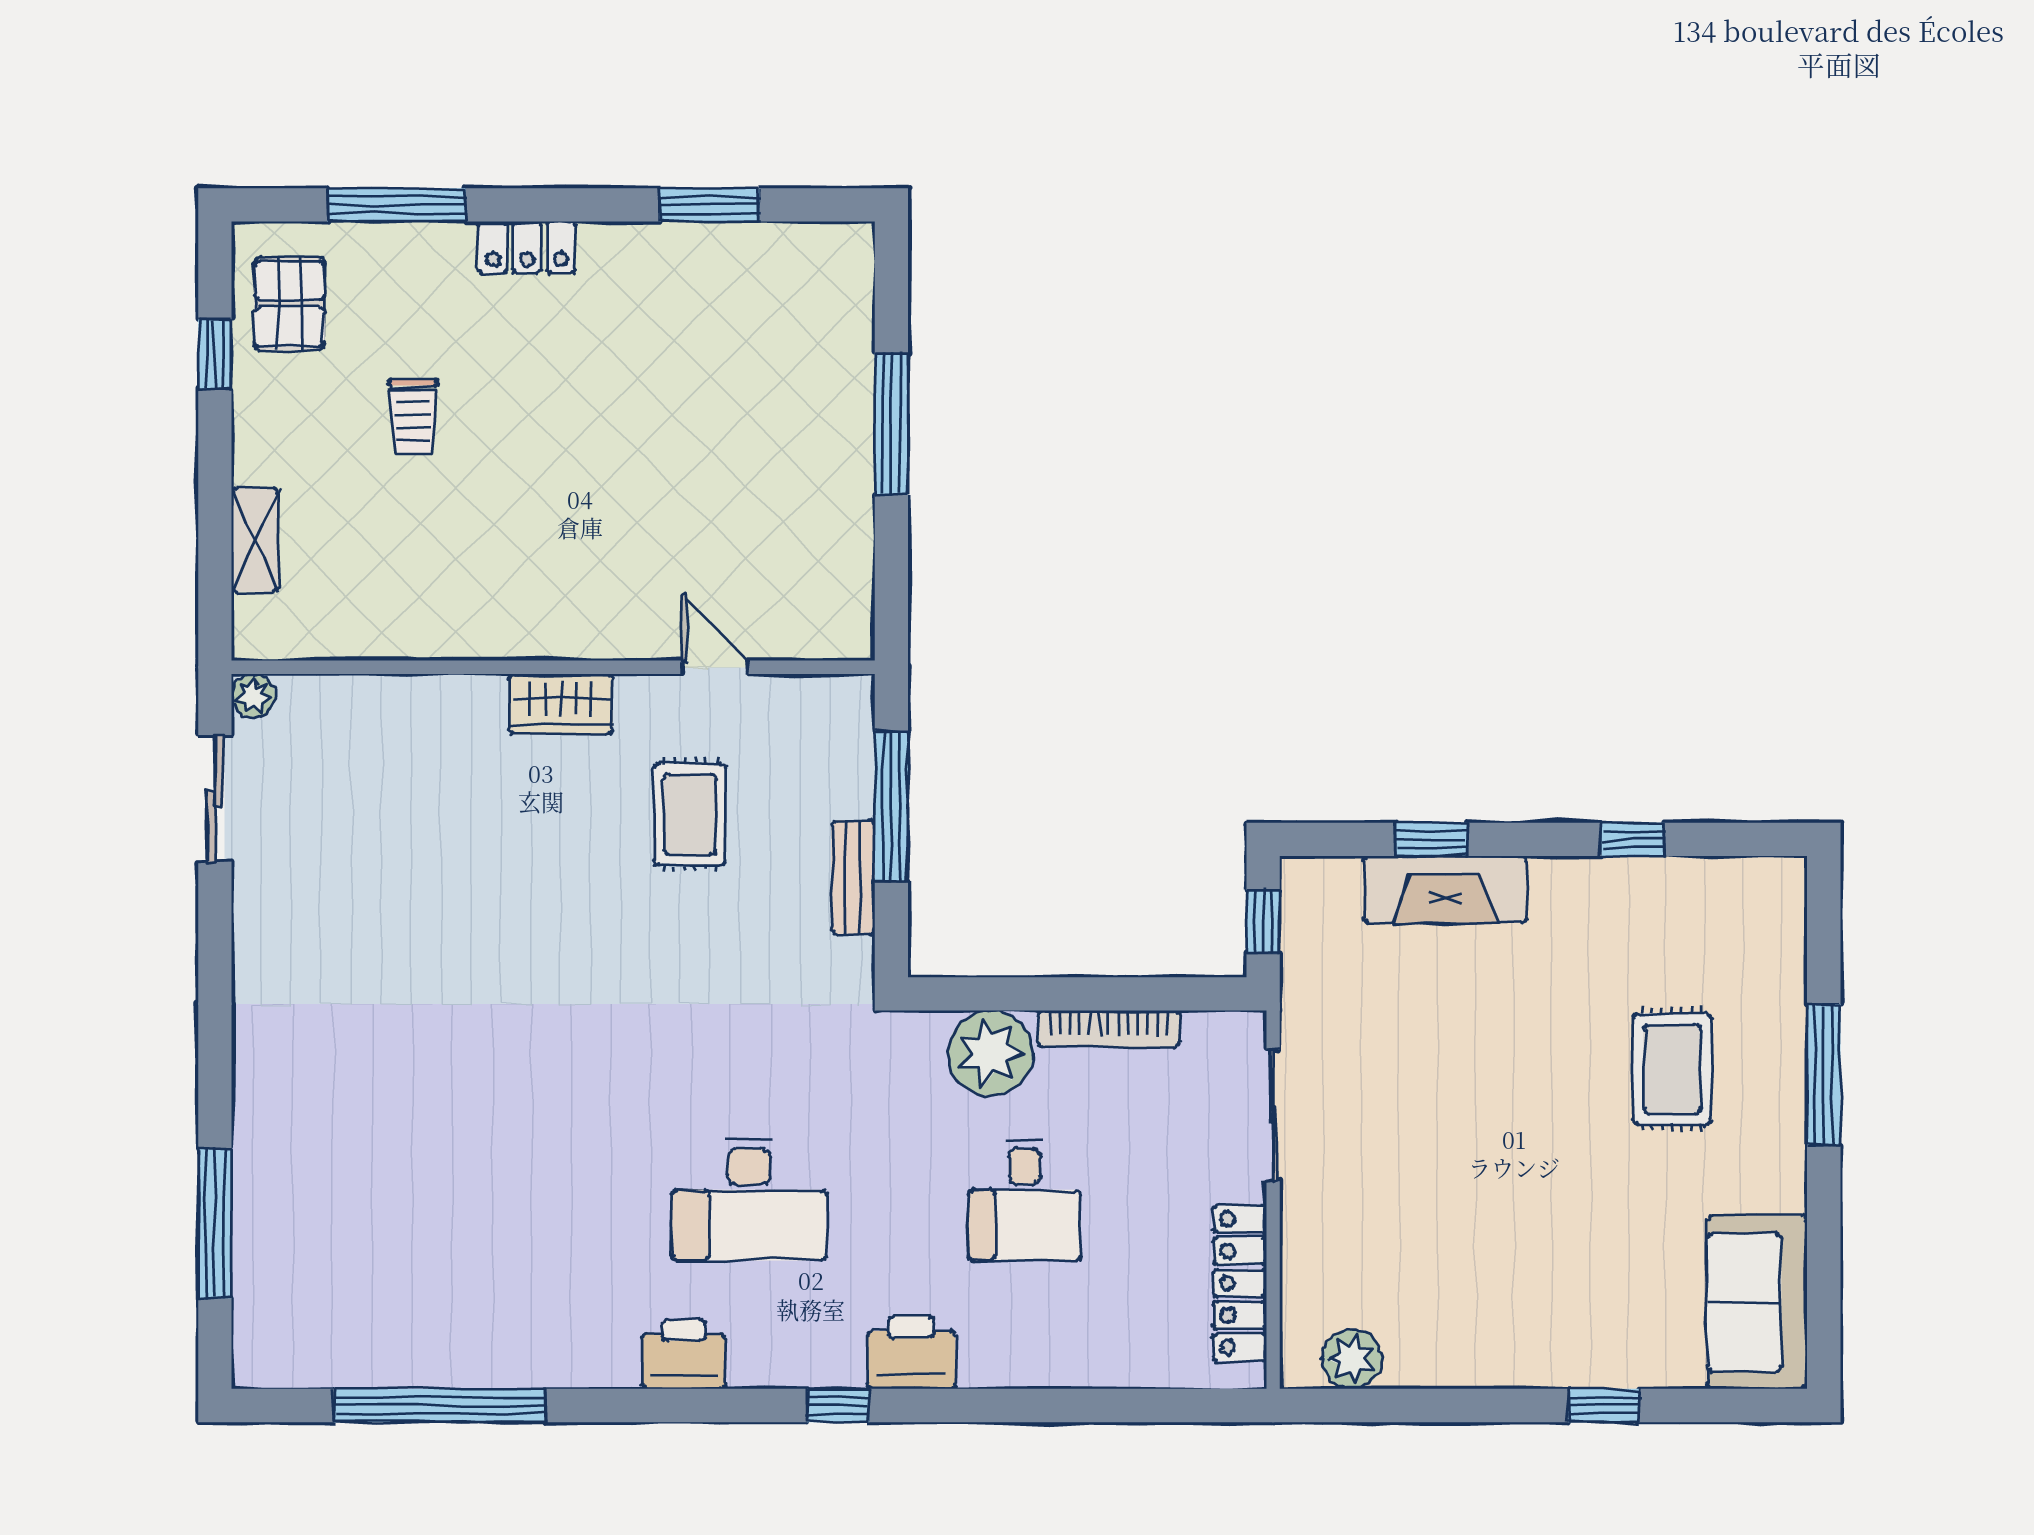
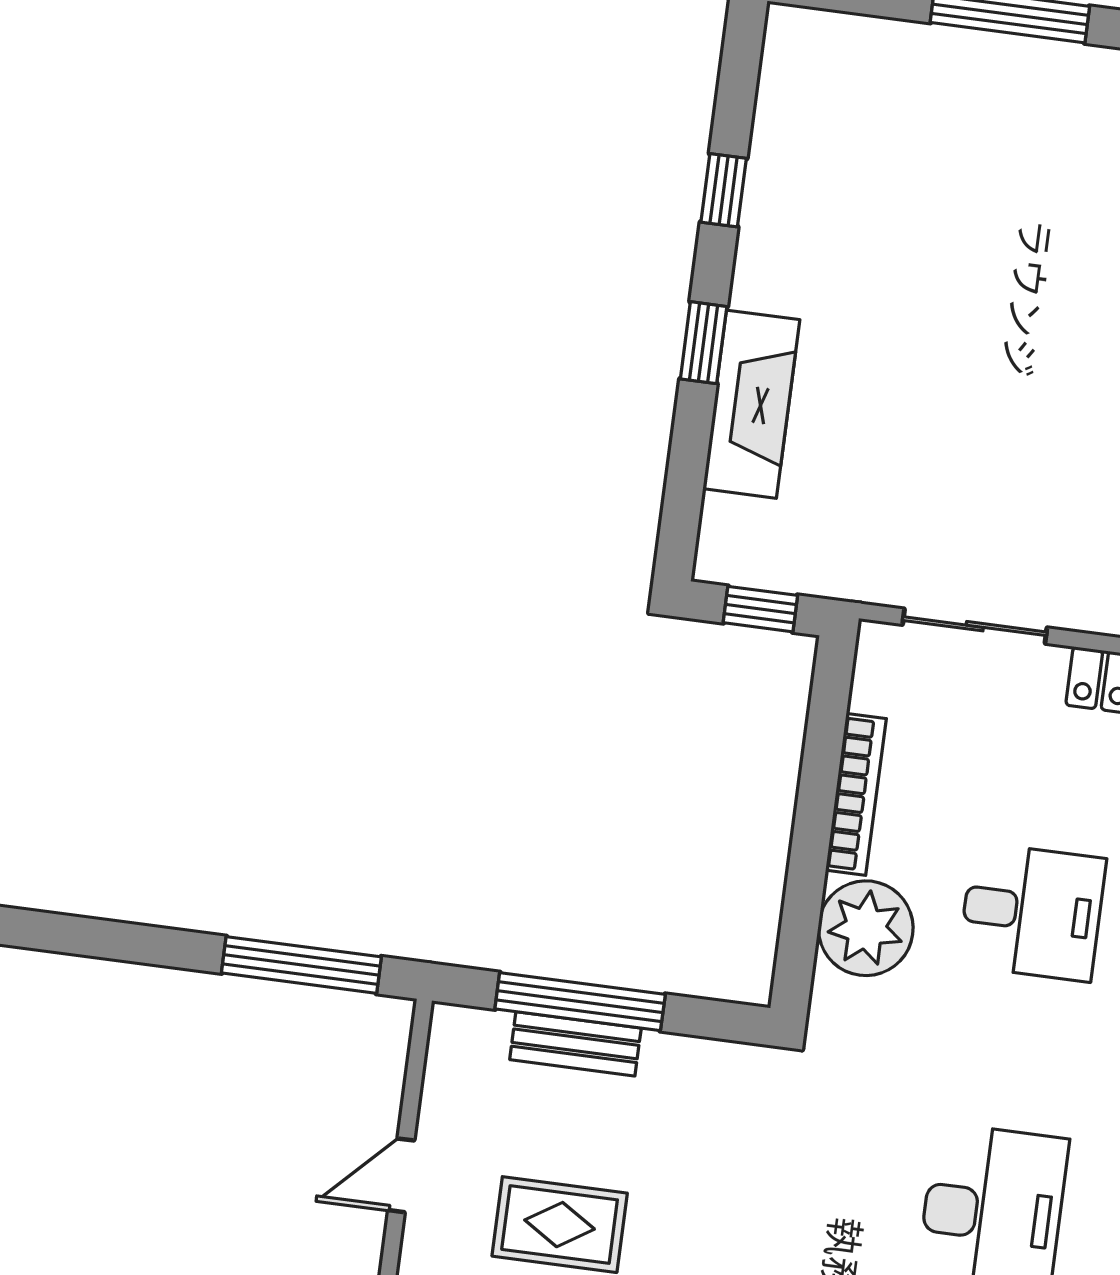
window: (891, 424) -> (301, 965), moved
window: (1432, 839) -> (704, 343), moved
bench: (853, 877) -> (575, 1044), moved
rug: (1672, 1069) -> (982, 181), removed

